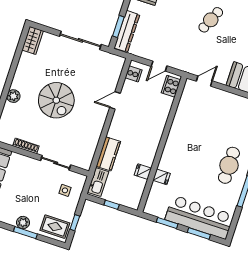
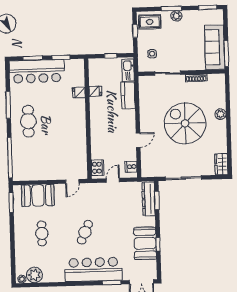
spiral stairs: (56, 100) -> (185, 123), width x1.37, depth x1.37

